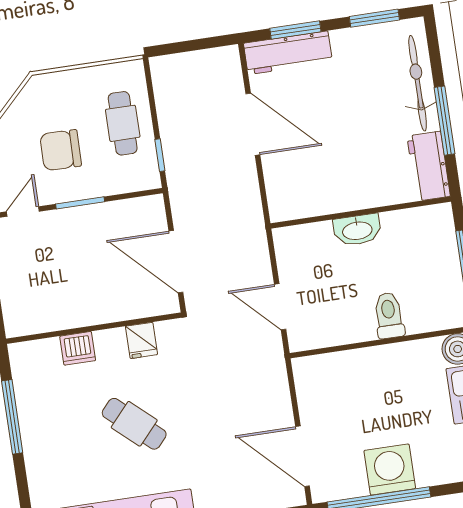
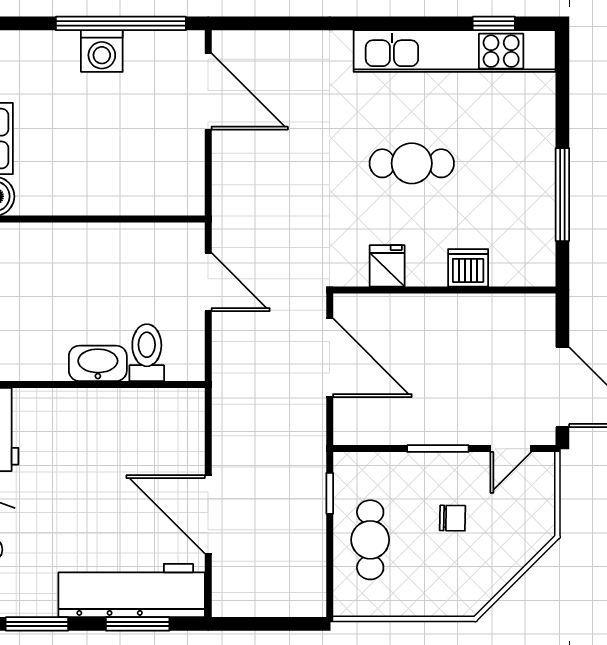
workbench: (288, 53) -> (132, 591), width x1.36, depth x1.32
chair: (61, 150) -> (453, 518), width x0.54, depth x0.54
toilet: (389, 315) -> (147, 353), moved, turned 180
cafe table: (134, 424) -> (412, 163), turned -42
washing machine: (390, 469) -> (102, 51), width x0.73, depth x0.73

